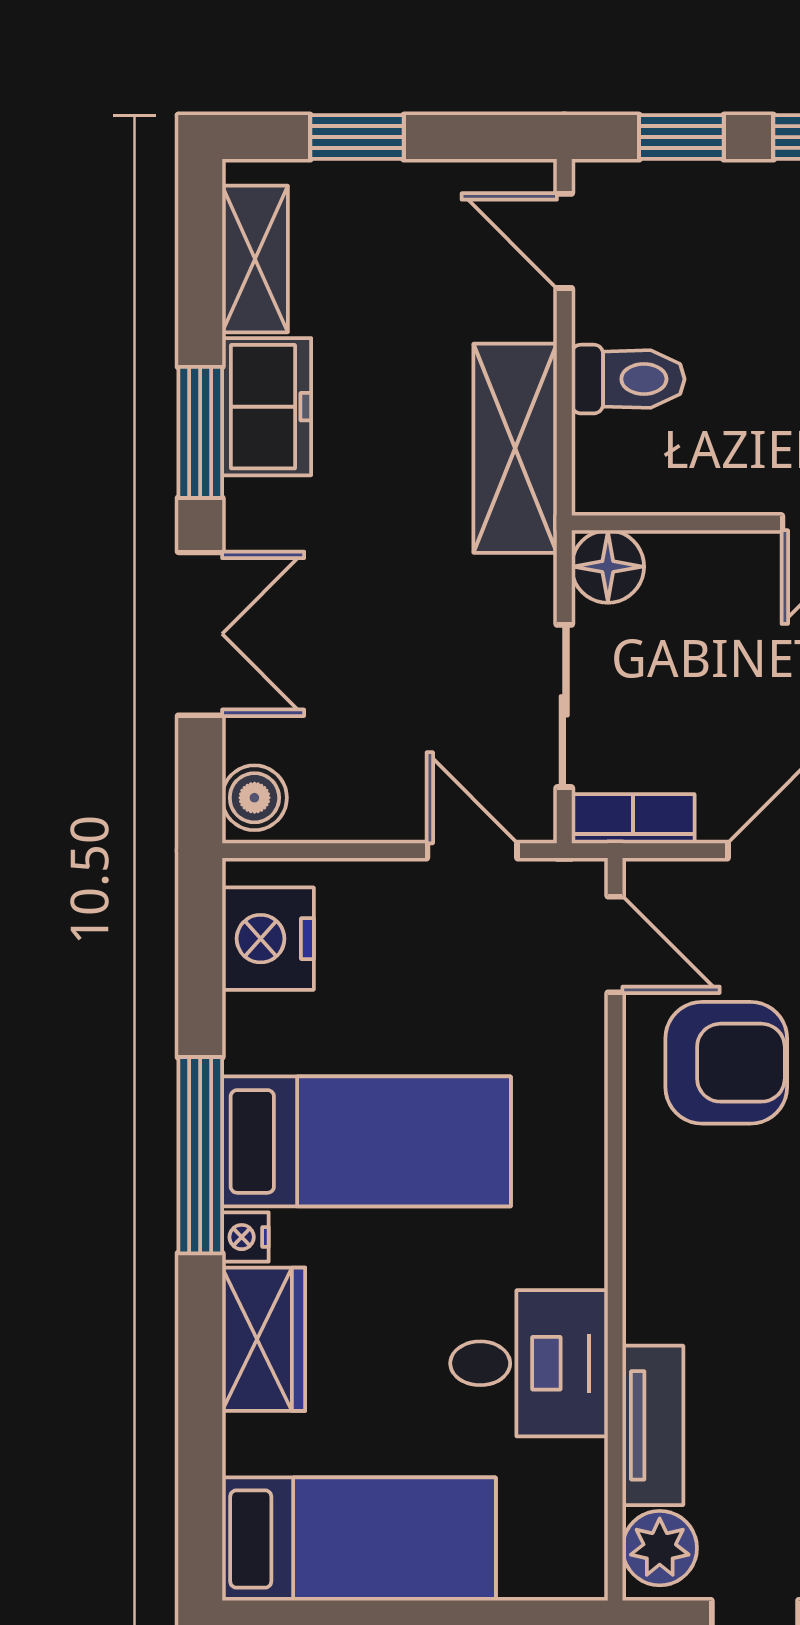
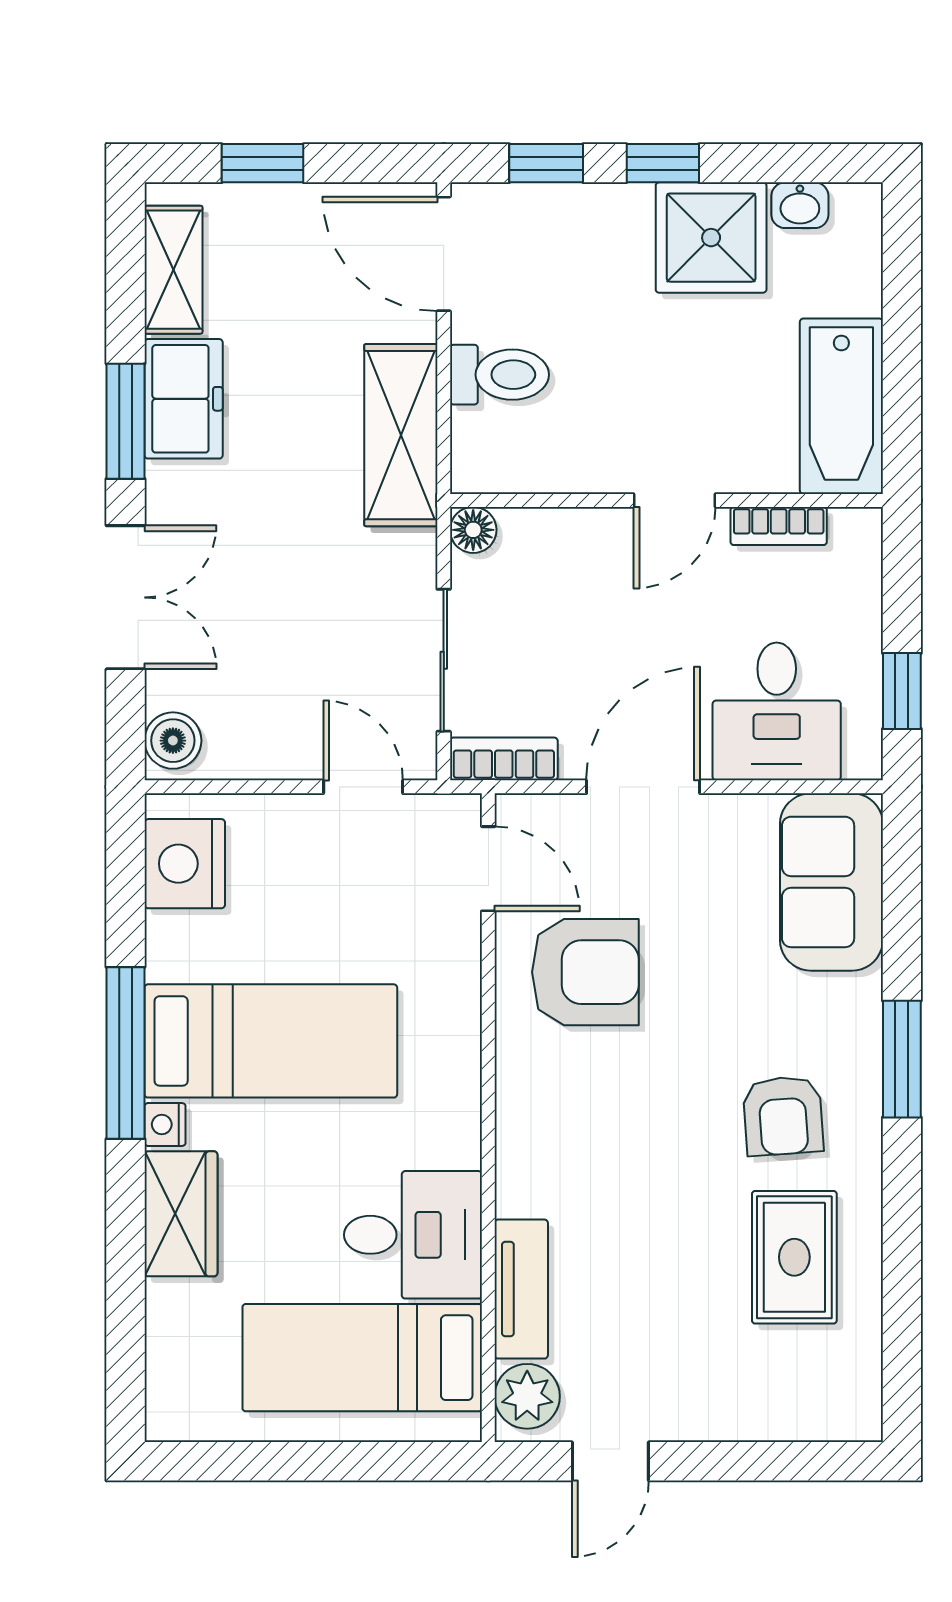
door: (564, 241) -> (444, 254), width x1.38
floor lamp: (608, 567) -> (473, 530), width x0.73, depth x0.73
bed: (359, 1539) -> (362, 1358), moved, turned 180

